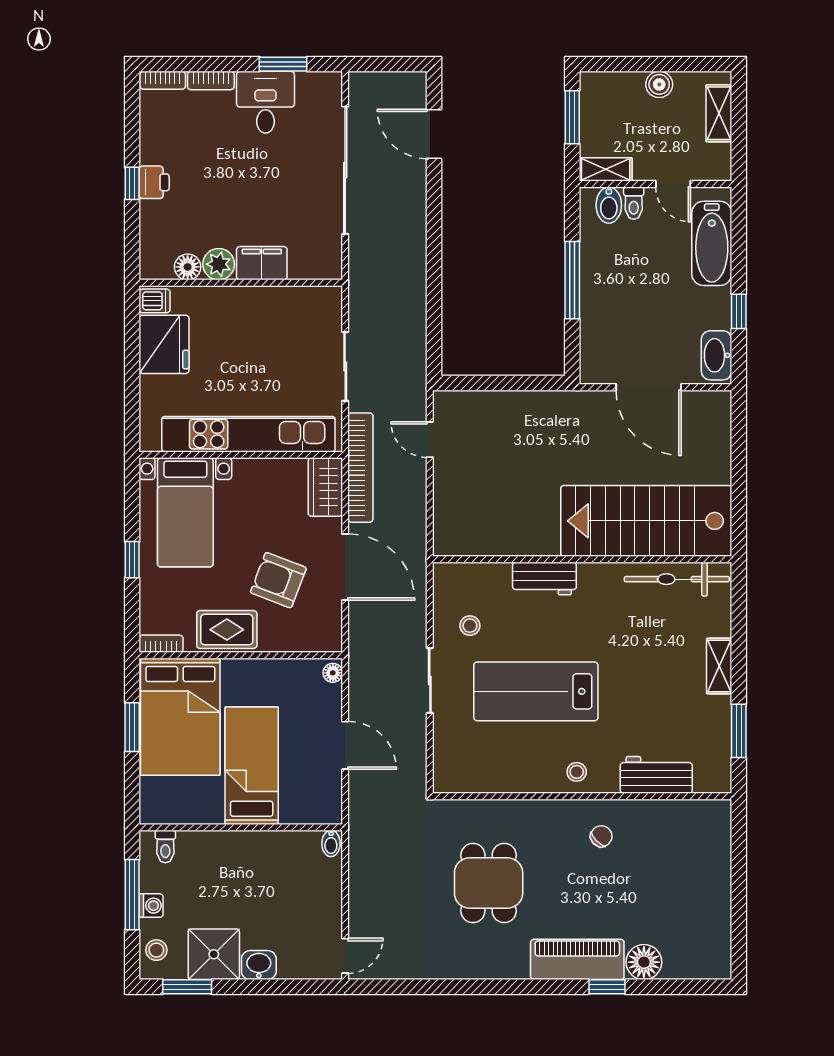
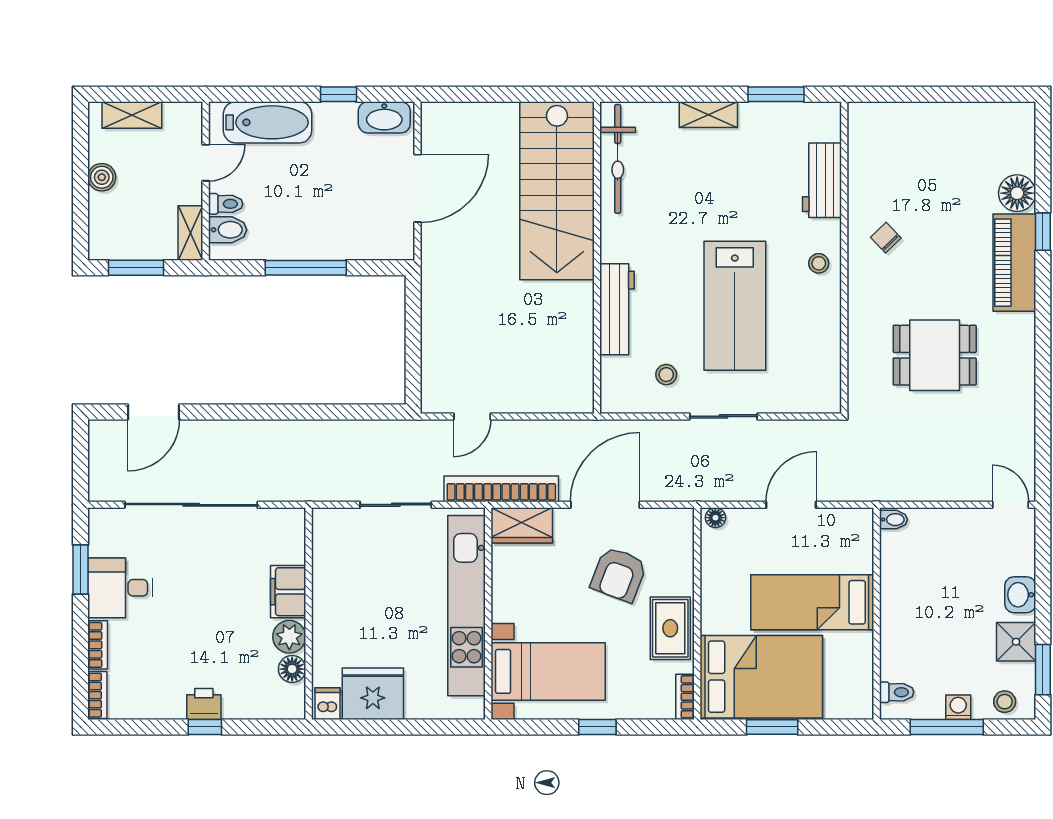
workbench: (544, 579) -> (617, 309), width x1.38
shower: (214, 954) -> (1016, 642), width x0.73, depth x0.73

